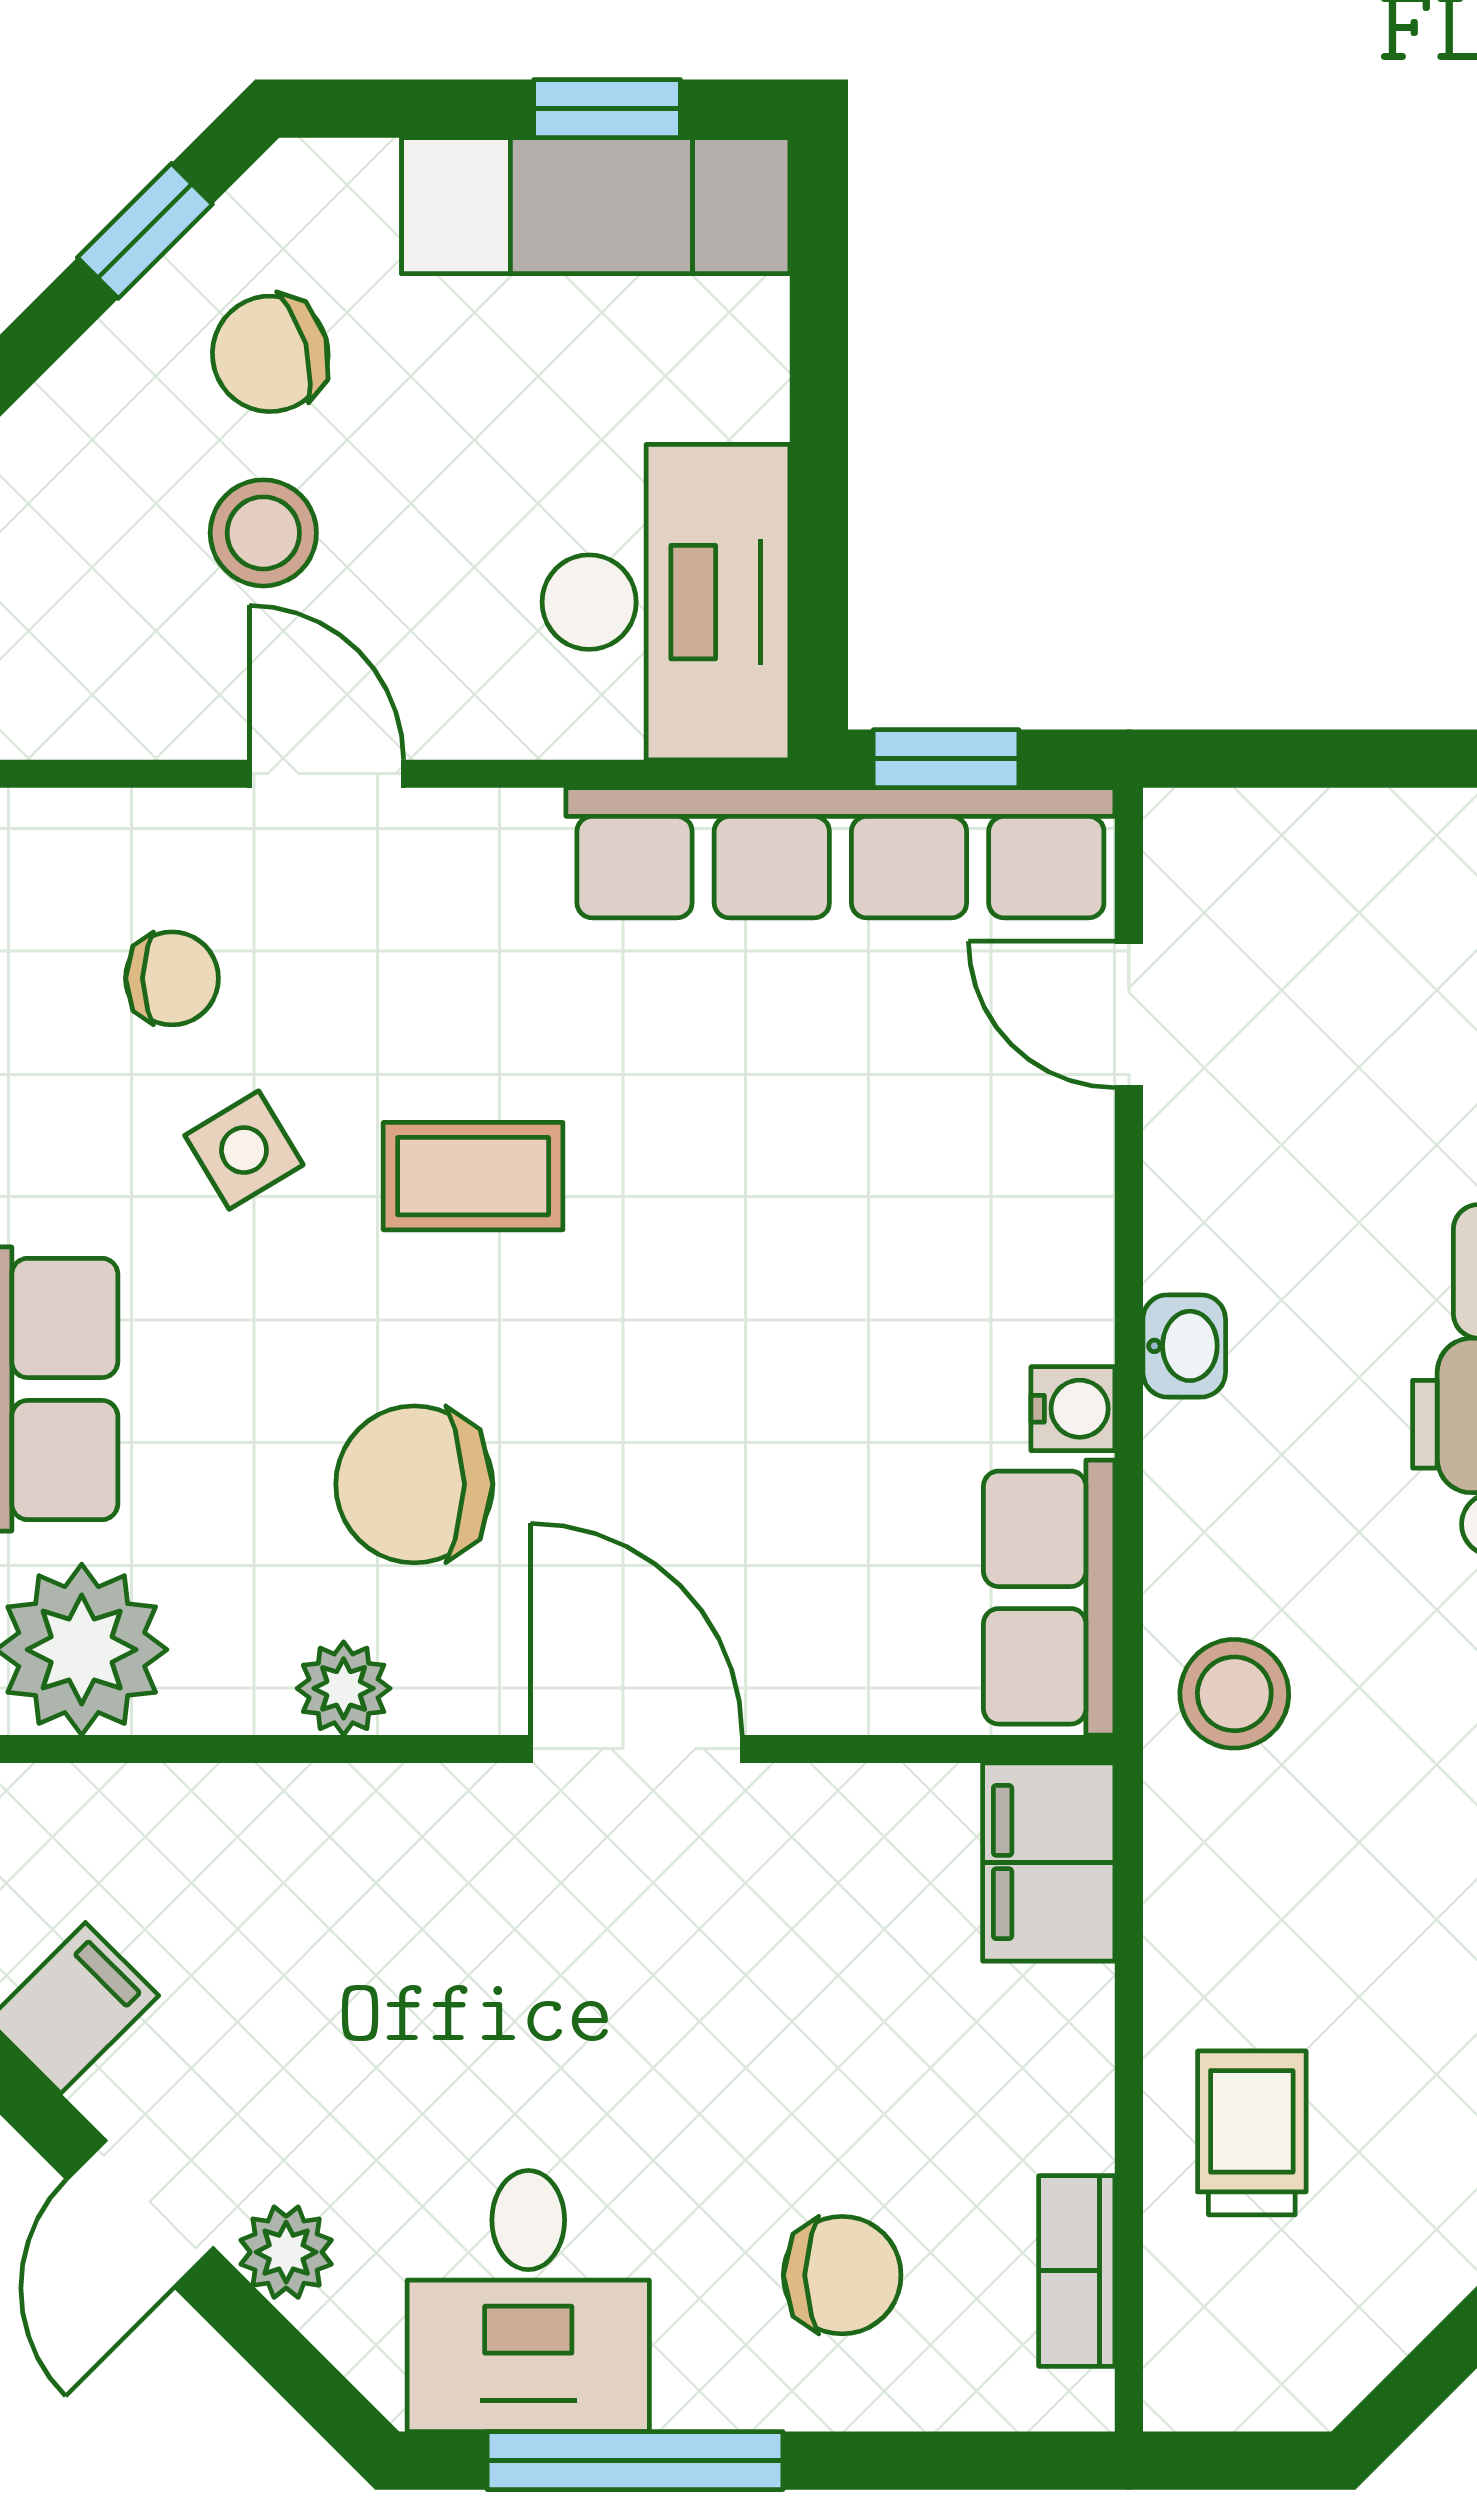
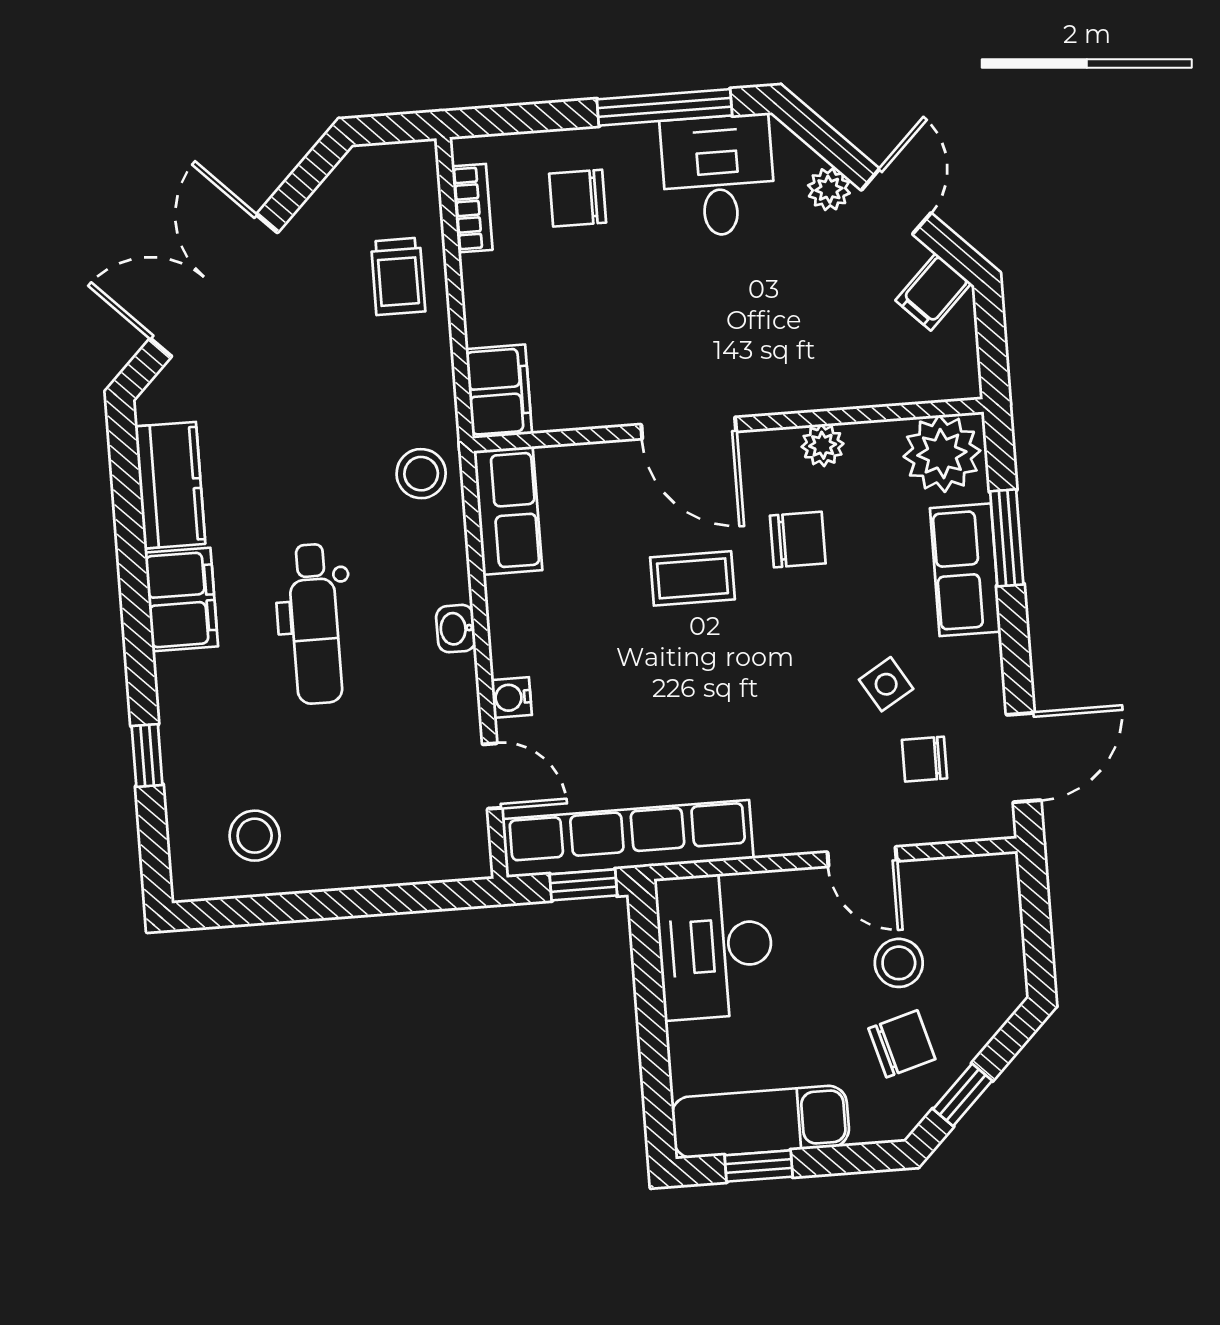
coffee table: (473, 1176) -> (692, 578), moved
water cooler: (1073, 1409) -> (511, 697), moved
chair: (414, 1484) -> (798, 540), width x0.73, depth x0.73

